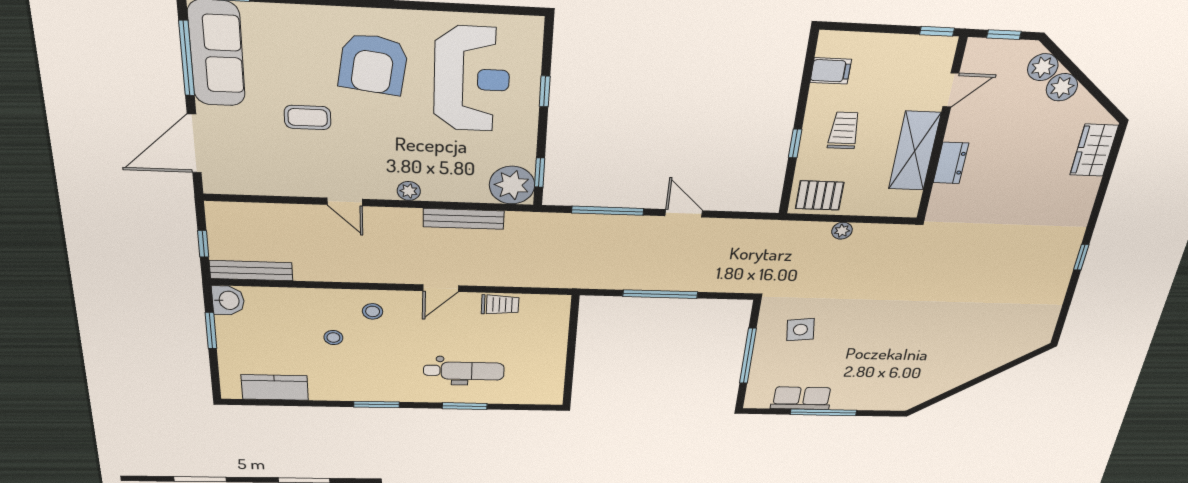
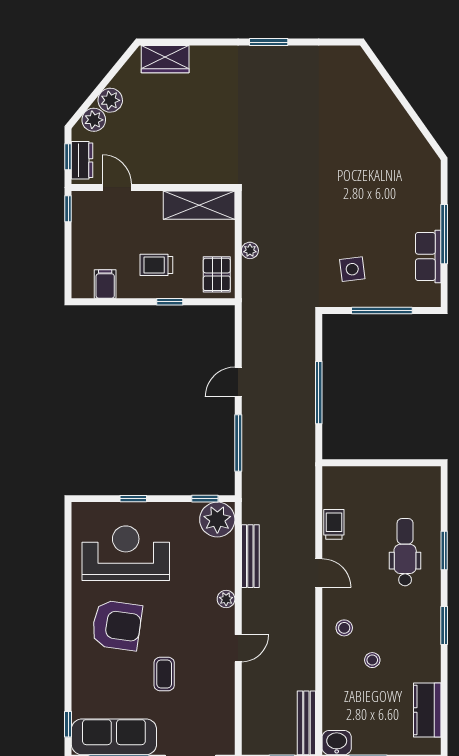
shelving: (915, 151) -> (199, 205), moved
dresser: (951, 163) -> (82, 160), moved, turned 90
window: (1081, 257) -> (269, 42), width x1.50

